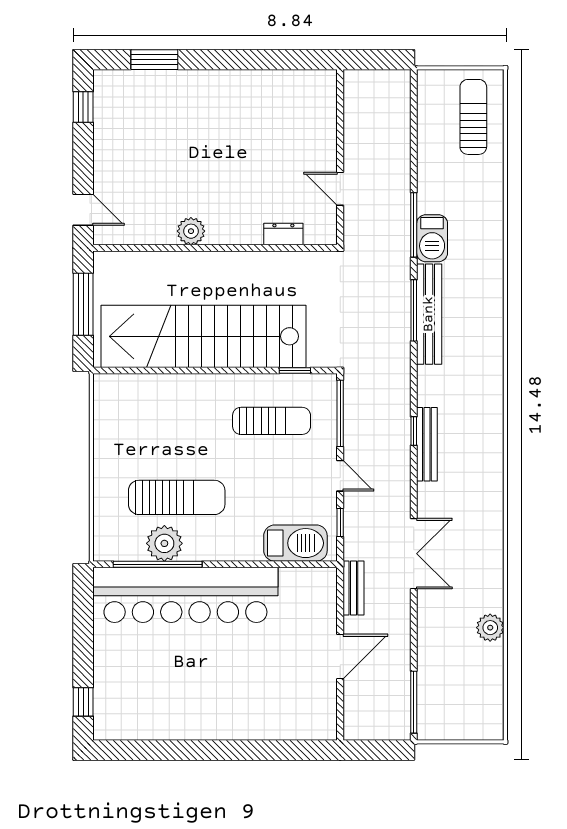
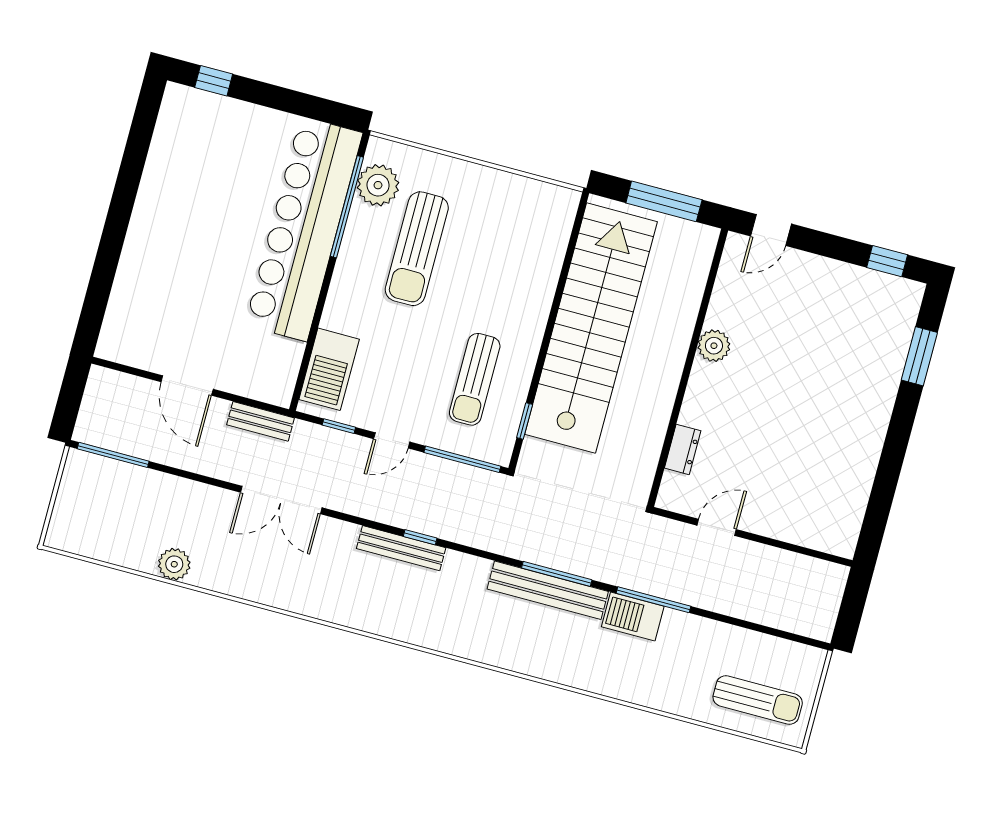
plant: (164, 543) -> (378, 185), moved

